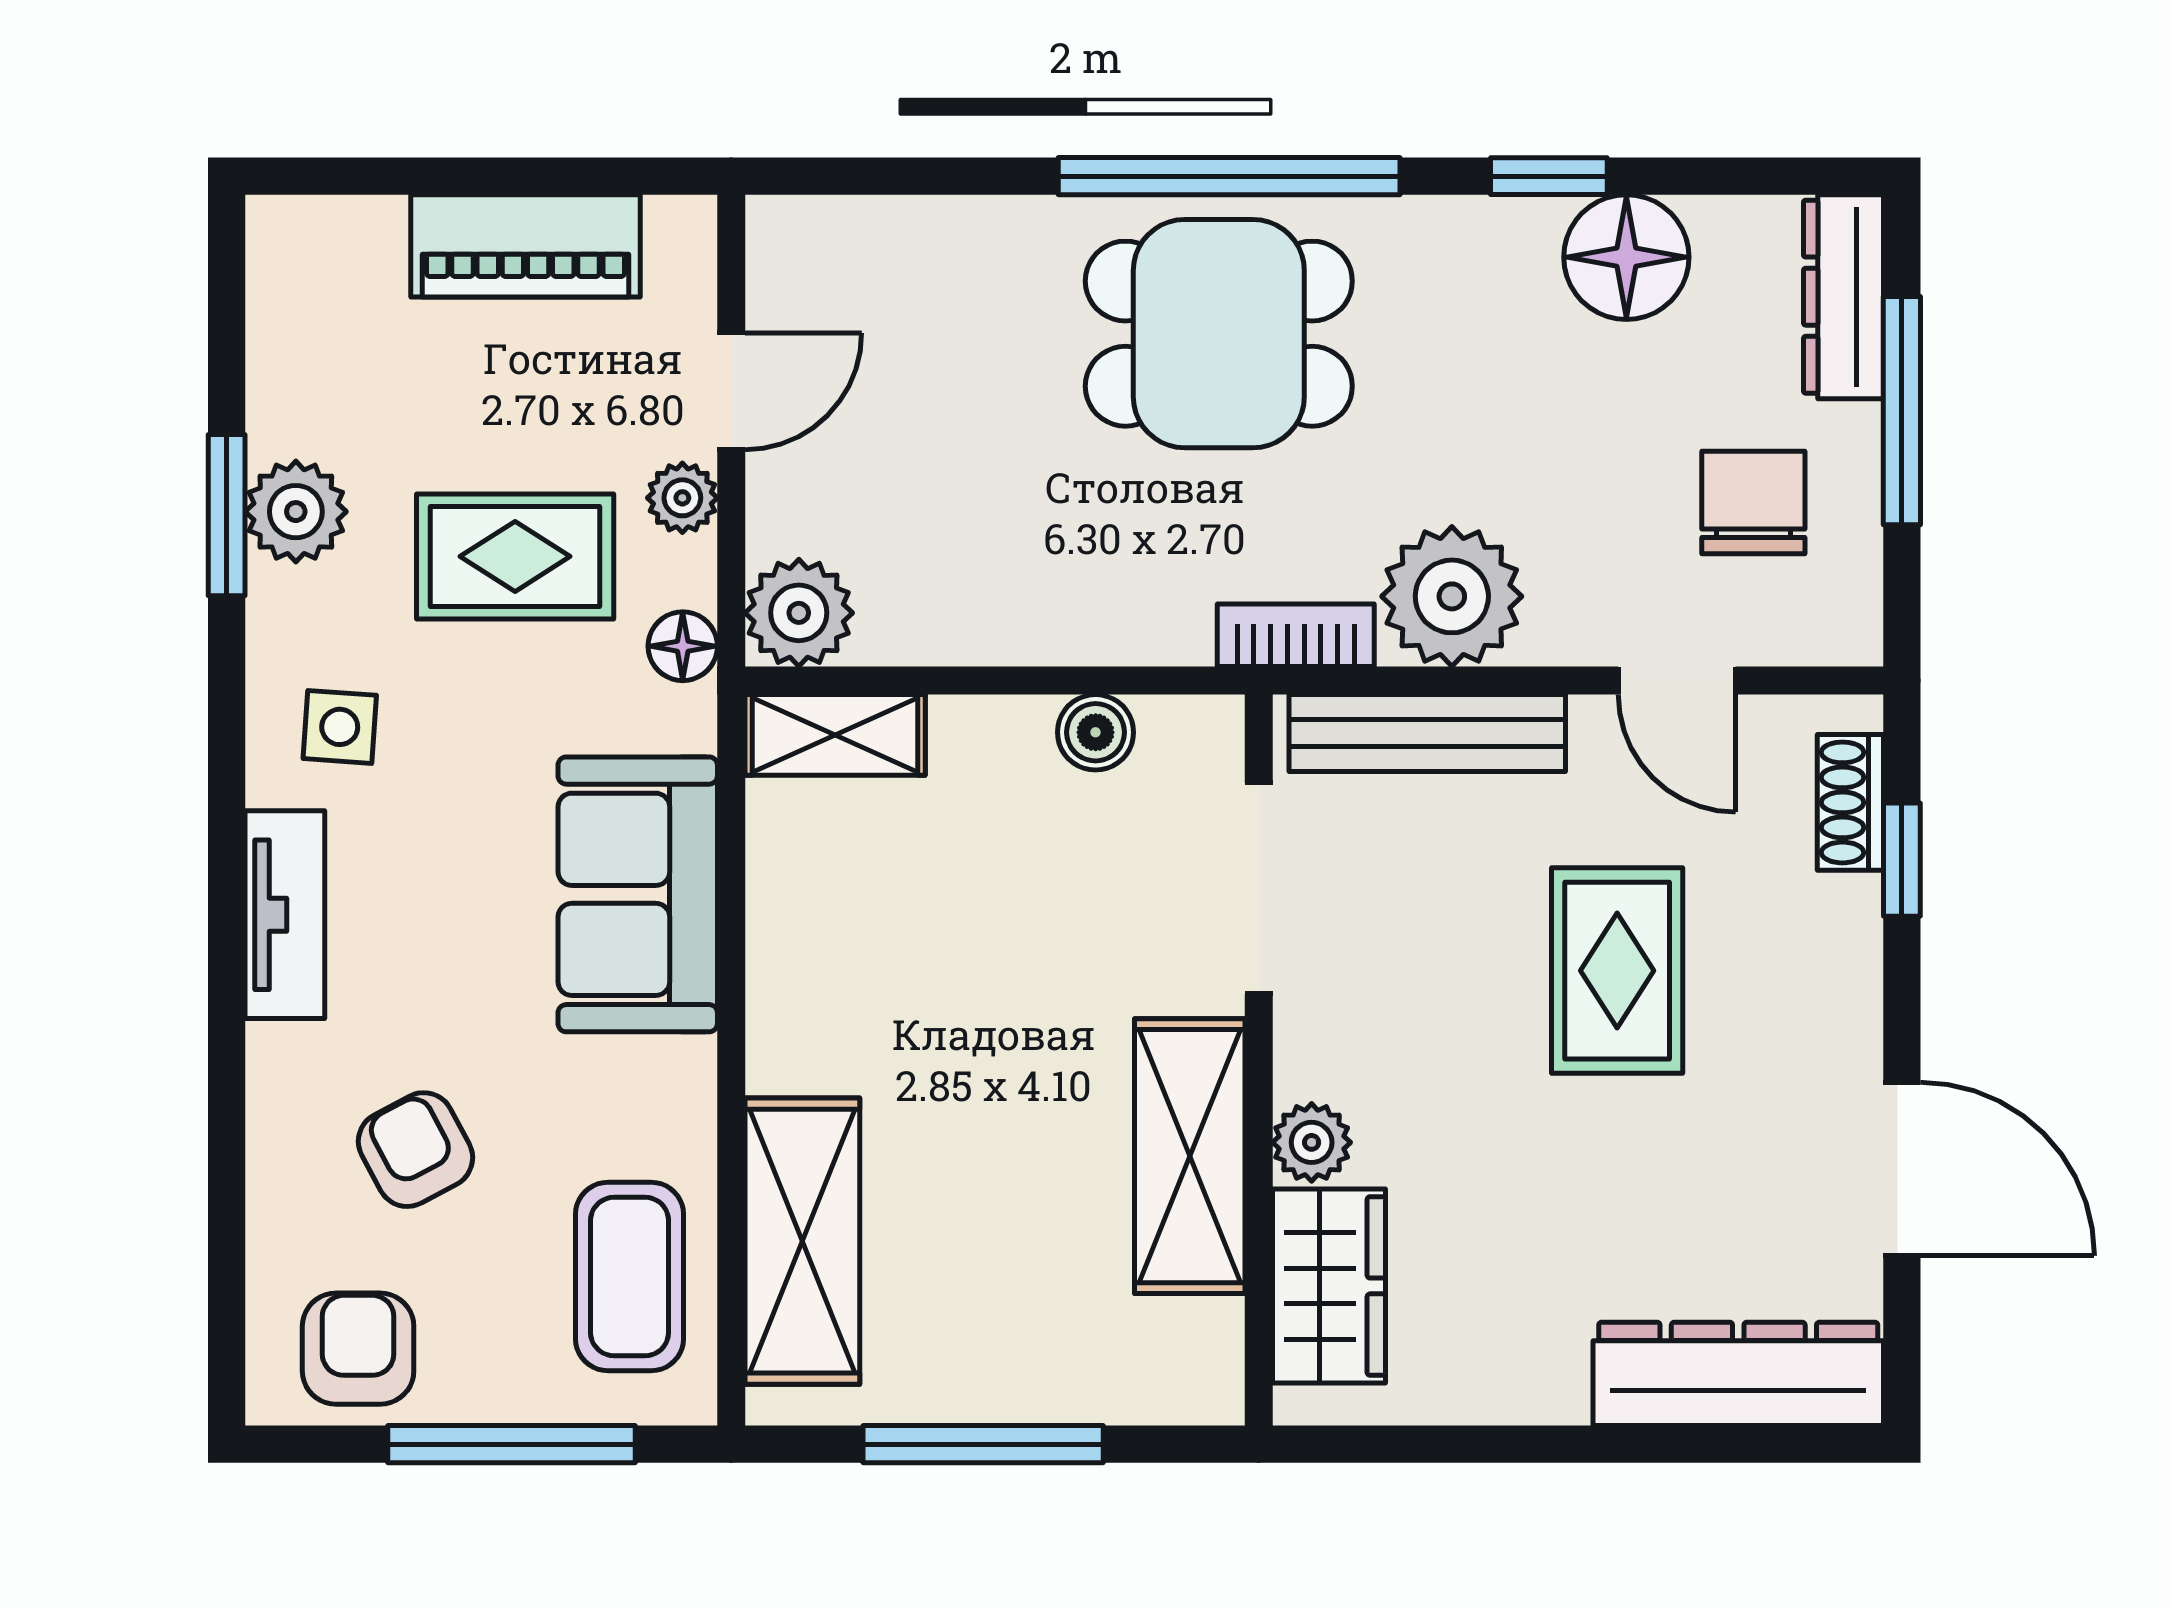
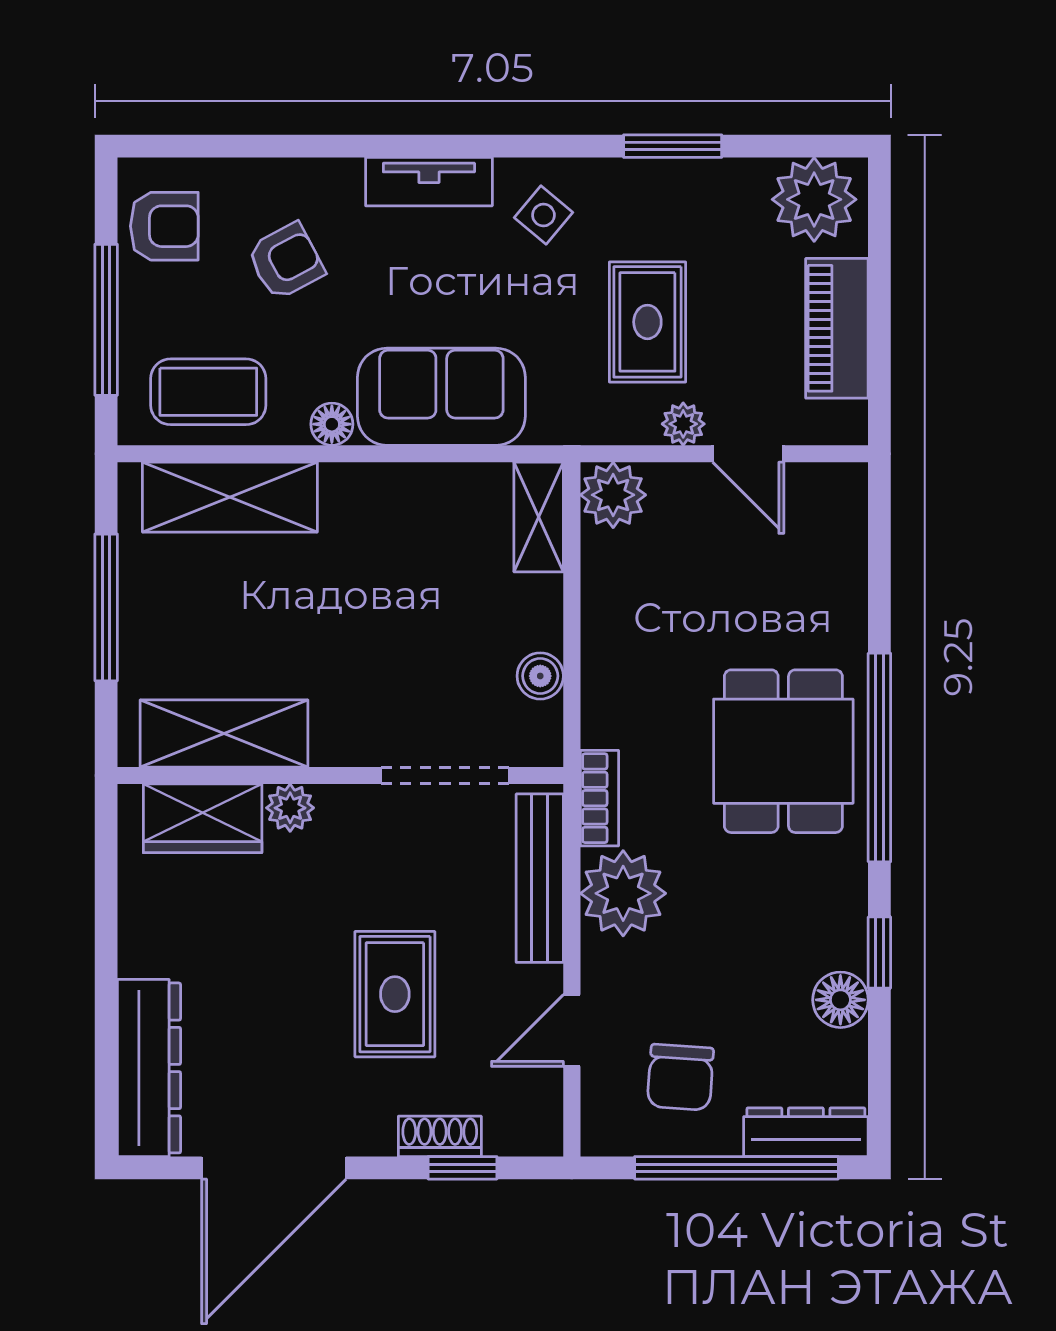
floor lamp: (1626, 257) -> (840, 1000), width x0.73, depth x0.73
window: (1902, 411) -> (736, 1168), width x1.46
chair: (1753, 502) -> (680, 1077), turned 94
plant: (296, 512) -> (814, 199), moved, width x1.36, depth x1.36
floor lamp: (683, 646) -> (332, 424), moved
side table: (340, 727) -> (543, 215), turned 36
shoe rack: (1850, 802) -> (440, 1136), moved
rug: (1617, 971) -> (395, 994), turned 90
shelving: (1190, 1156) -> (224, 733), moved
door: (1902, 1169) -> (274, 1168), width x1.36

